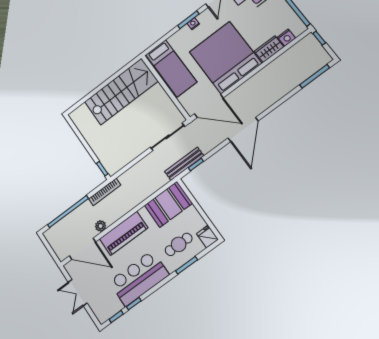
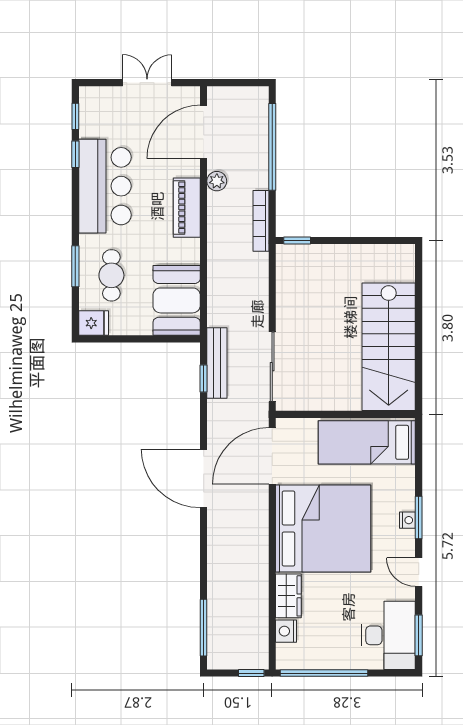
piano: (124, 233) -> (187, 208), width x0.73, depth x0.75

